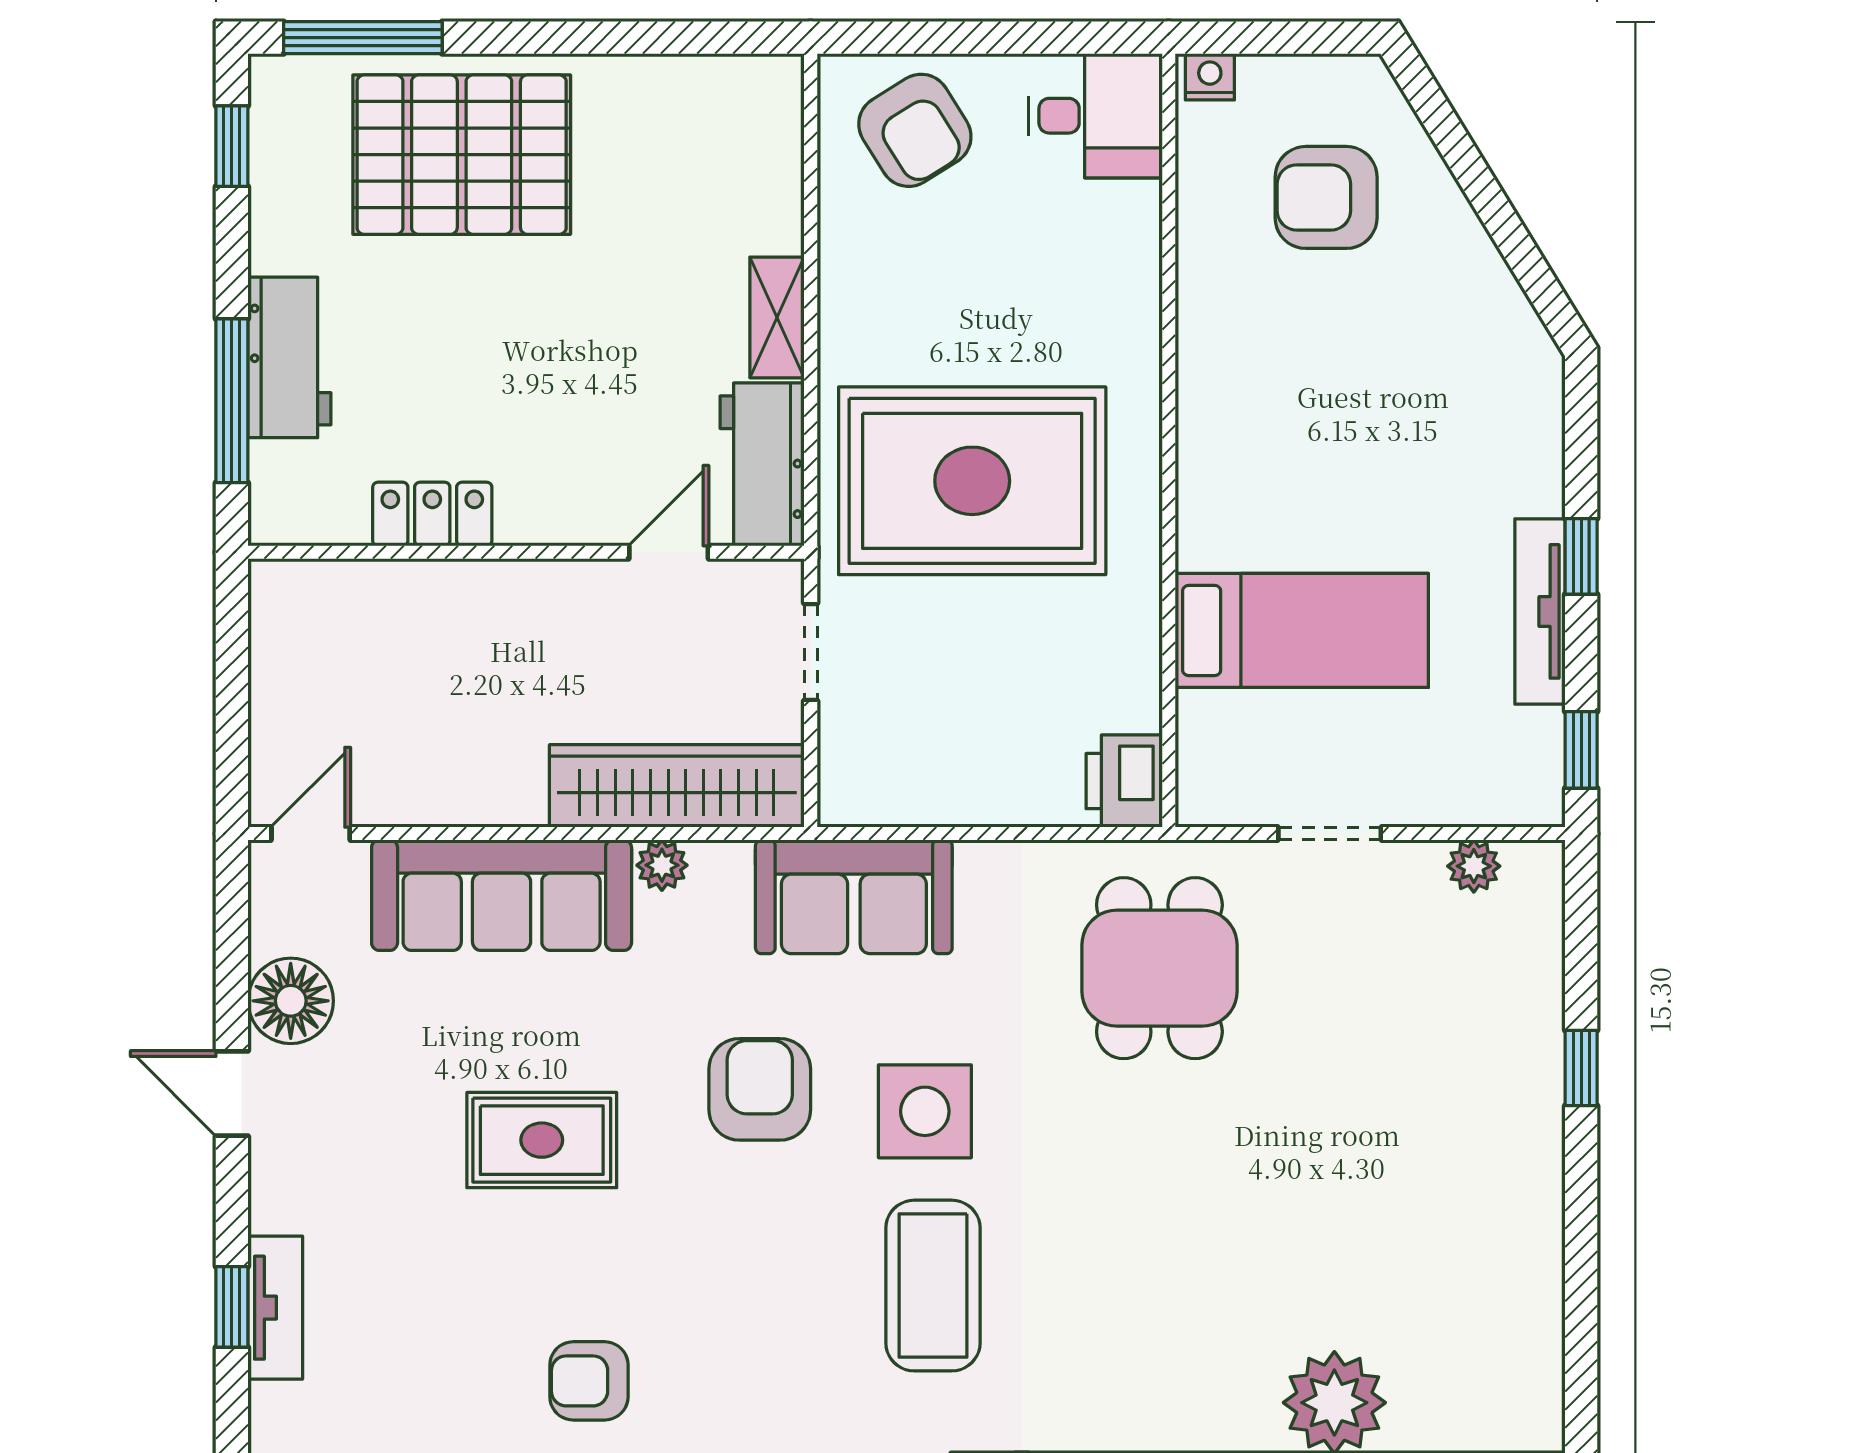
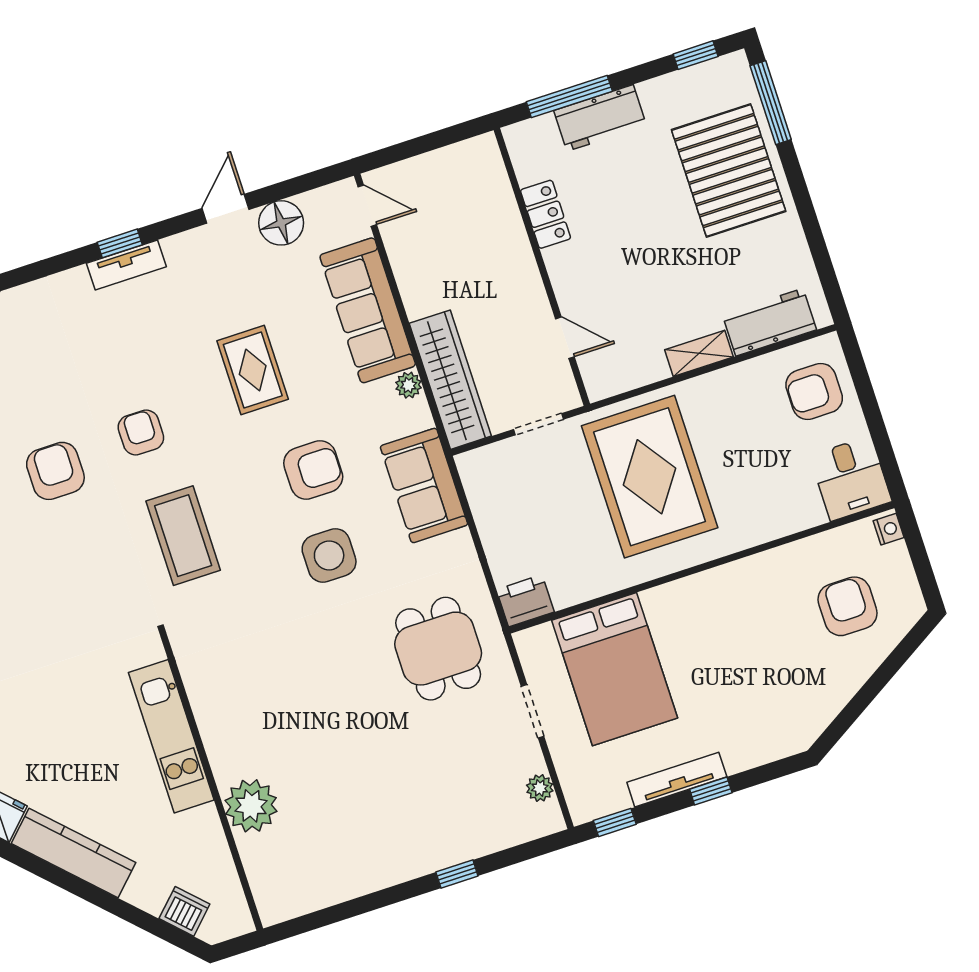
armchair: (915, 130) -> (814, 391), turned 32
workbench: (762, 464) -> (769, 322), moved
bed: (1302, 630) -> (615, 669), width x1.50
dining table: (1159, 968) -> (438, 649), turned 90
coffee table: (933, 1286) -> (183, 536), moved, turned 90

